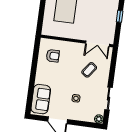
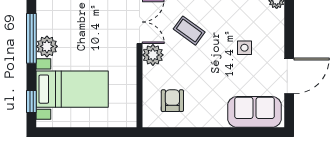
plant: (79, 49) -> (153, 55), added

